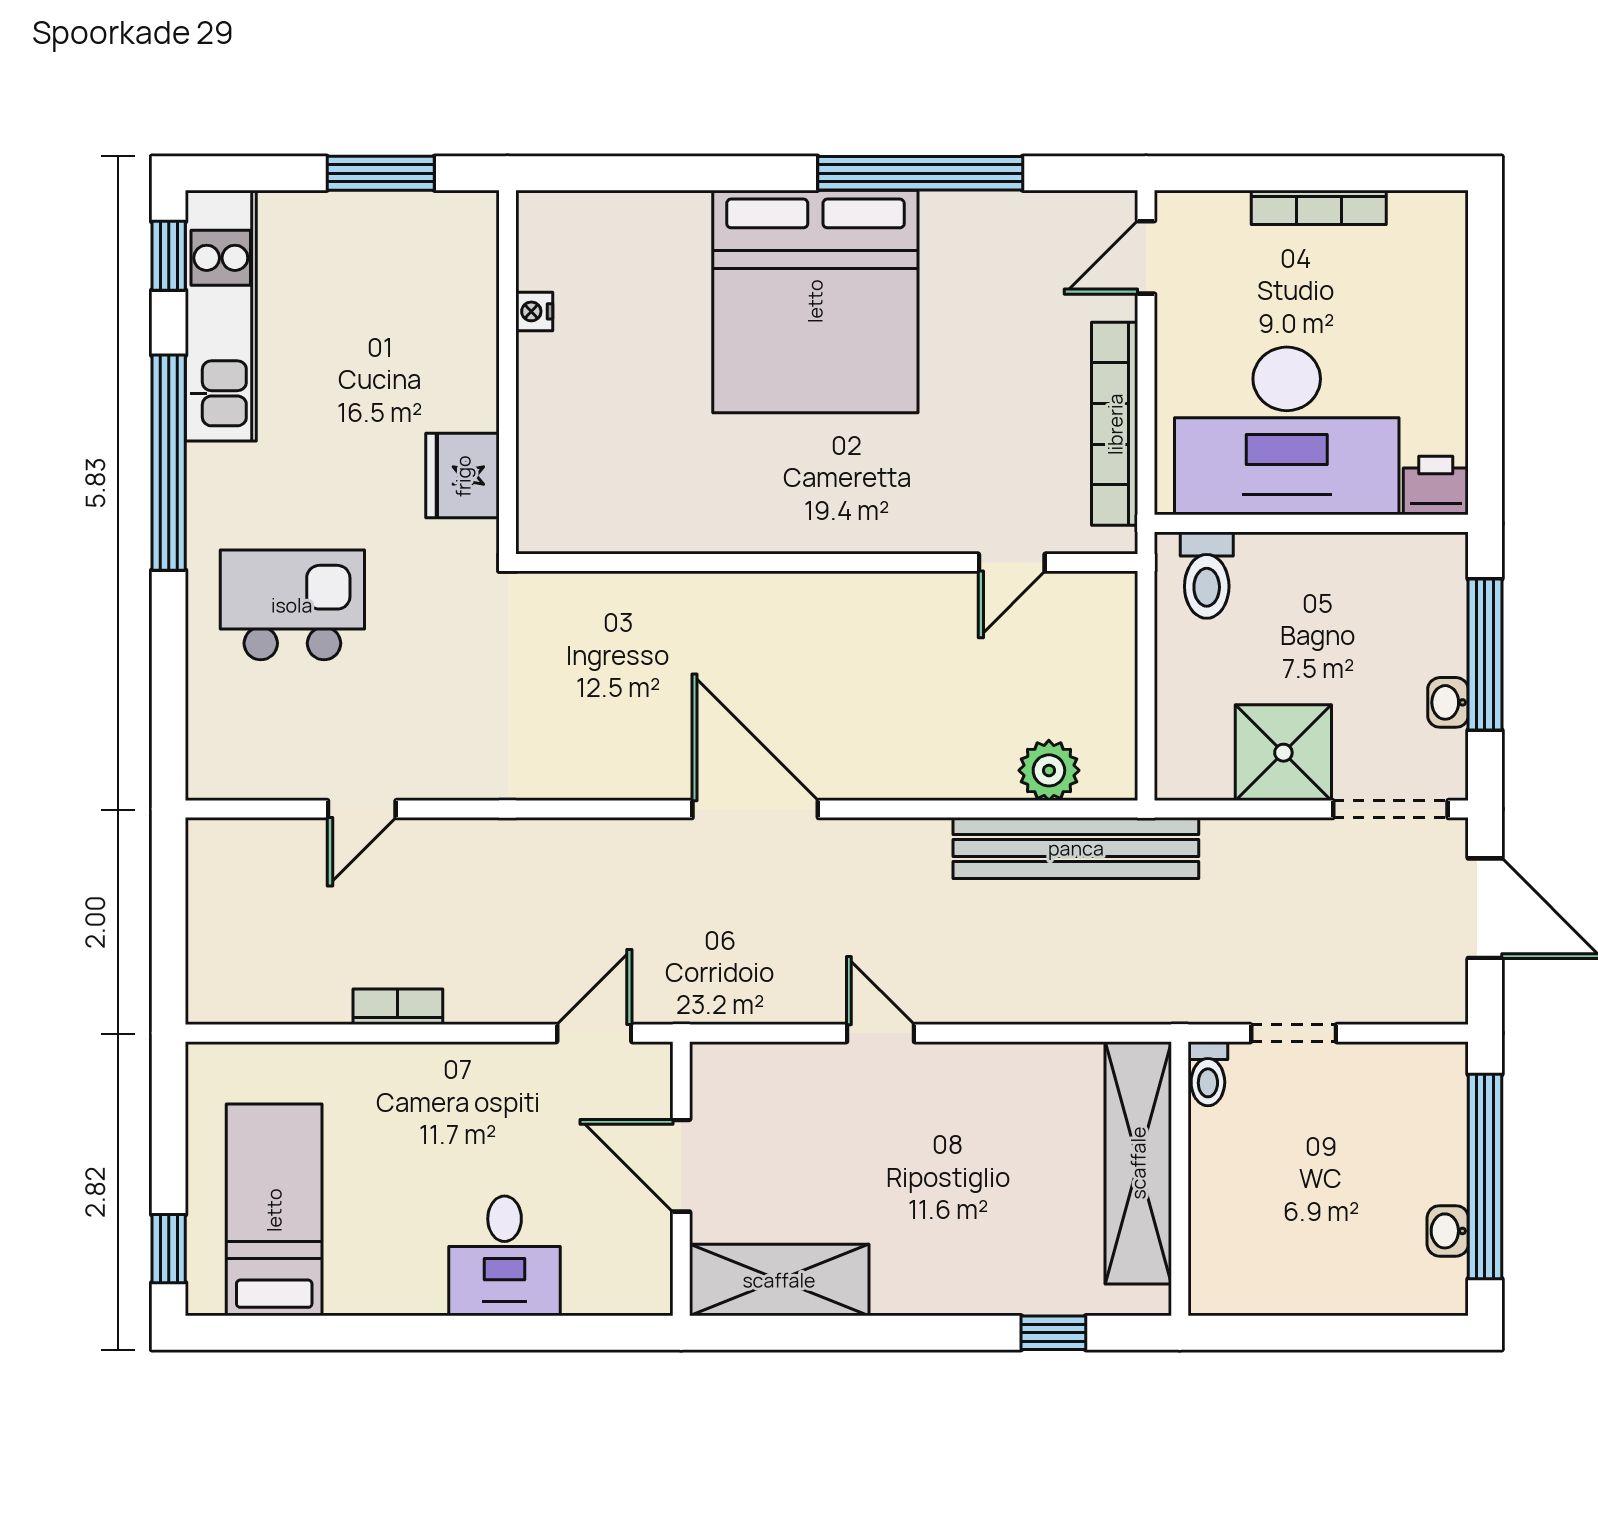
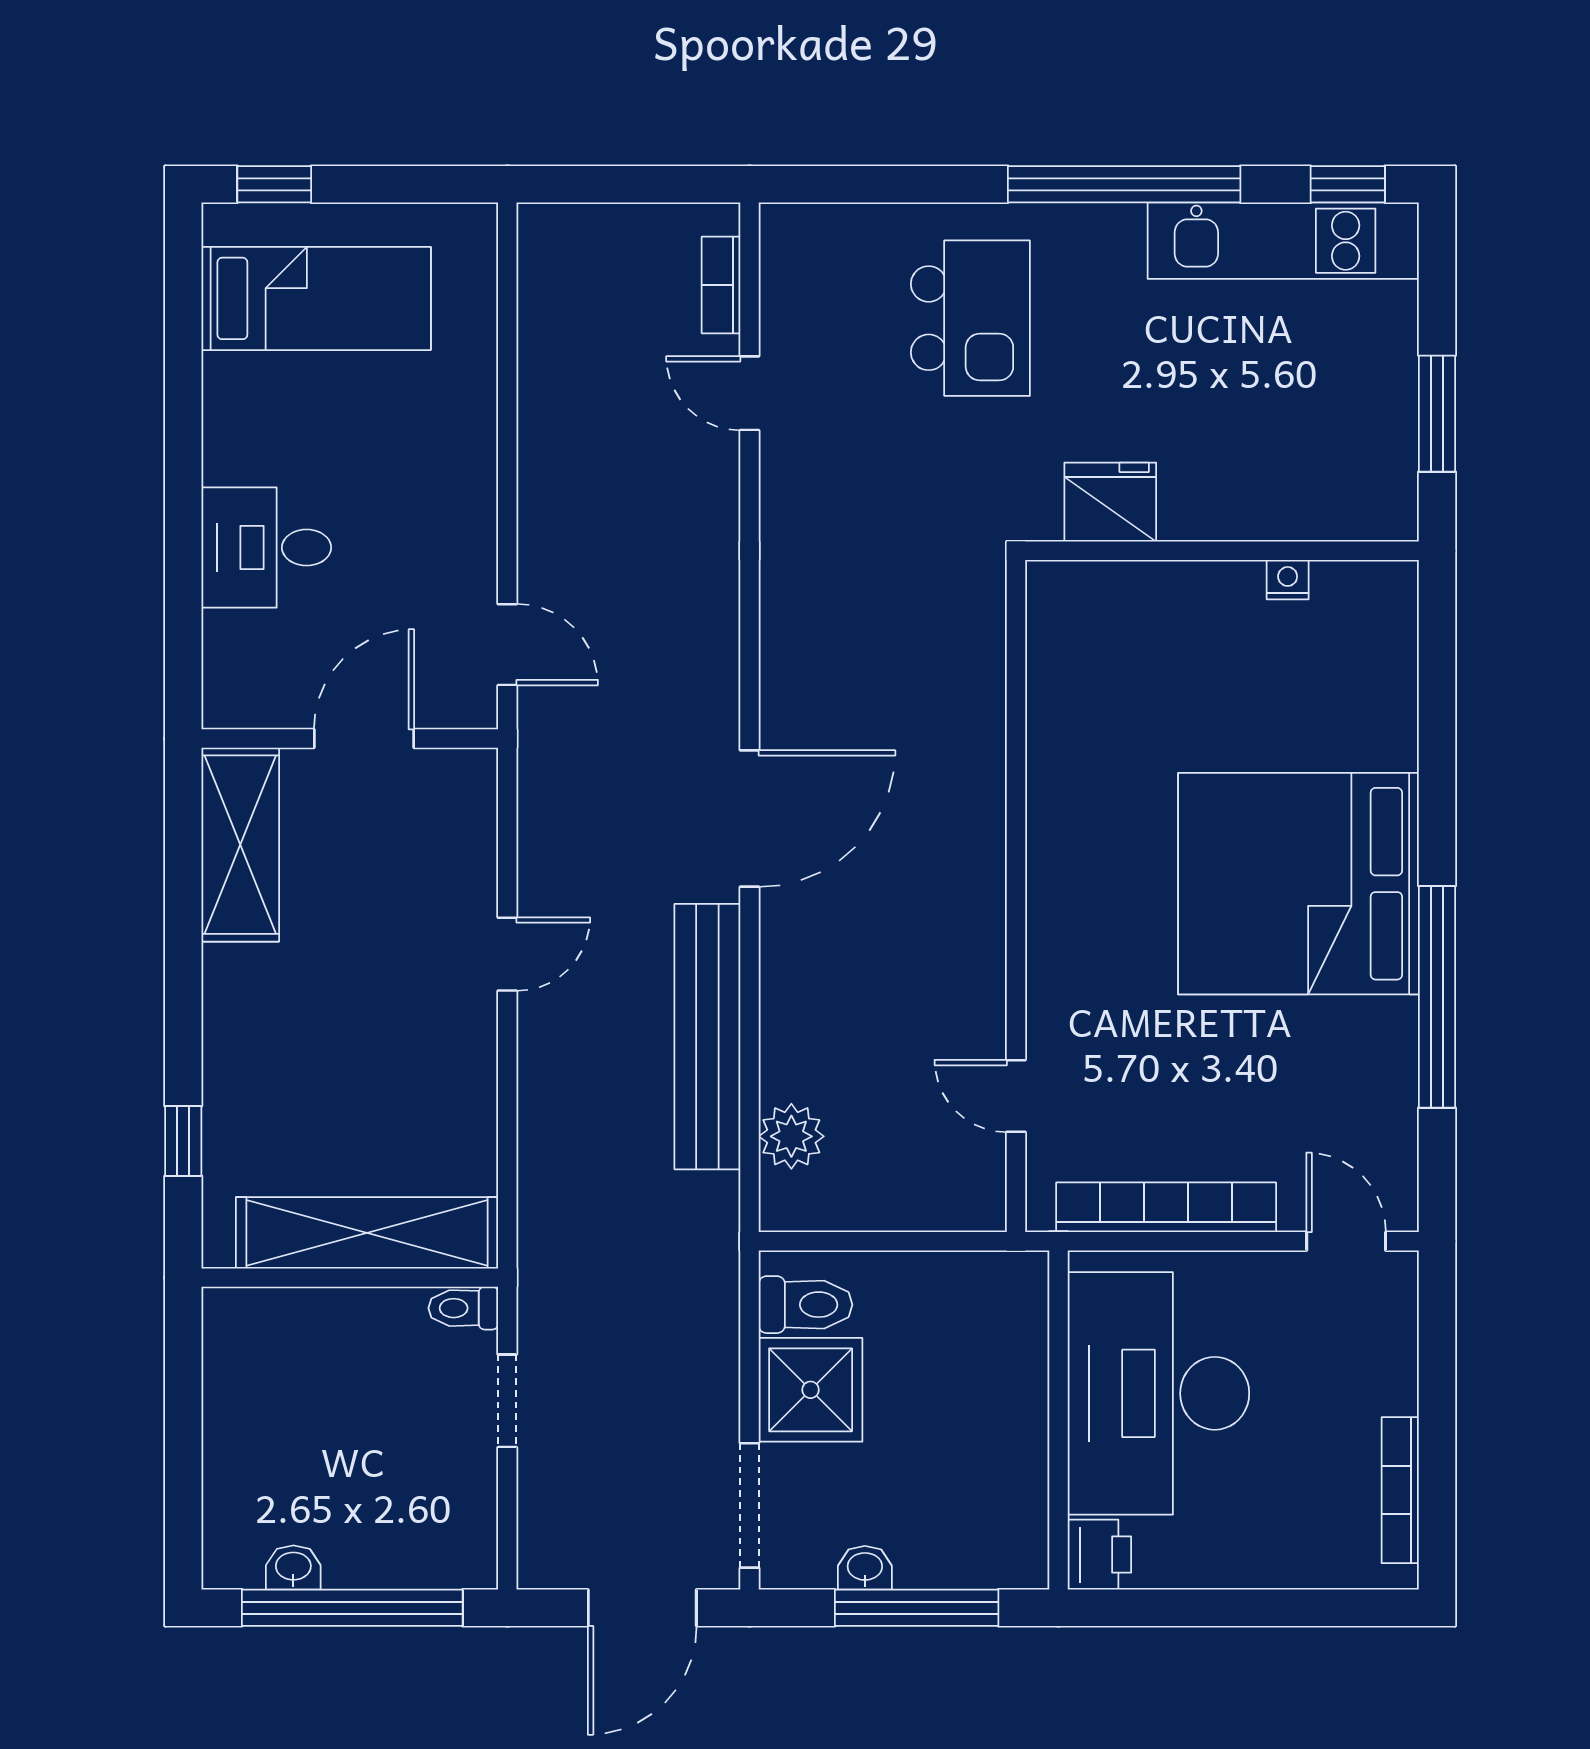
bookcase: (1319, 207) -> (1400, 1490), moved
toilet: (1207, 575) -> (806, 1305), moved, turned 180
bench: (1076, 848) -> (707, 1037), moved
bookcase: (398, 1007) -> (721, 285), moved, turned 180

